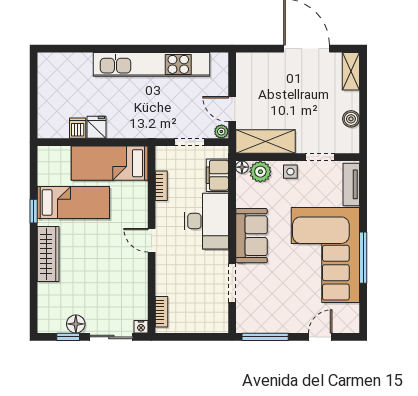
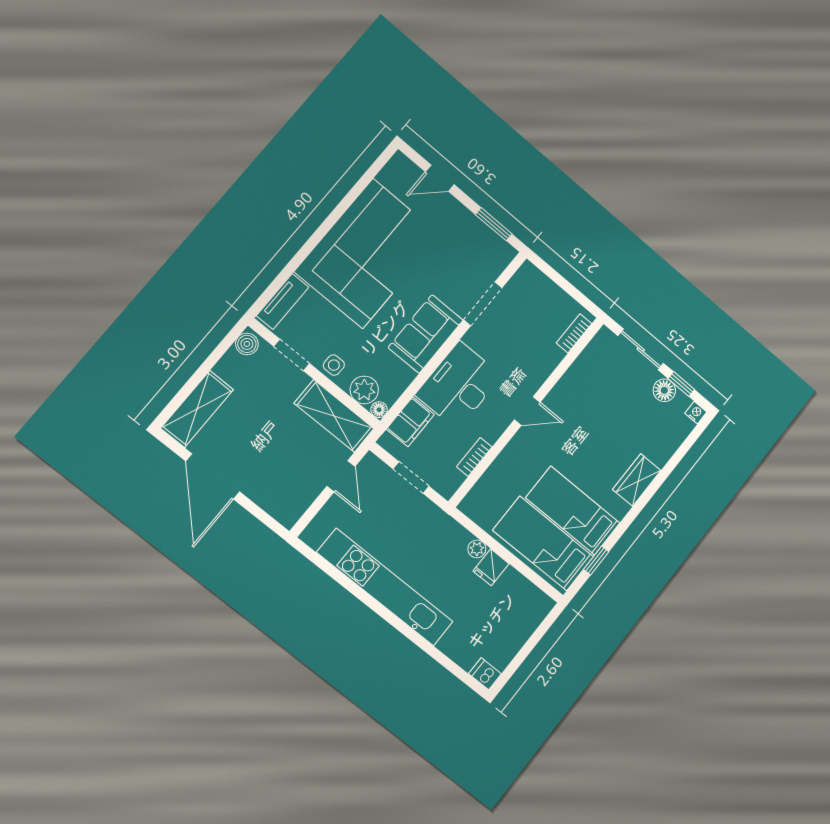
shelving: (351, 71) -> (197, 409), width x1.50, depth x1.33
boiler: (351, 119) -> (247, 344), moved
dishwasher: (78, 128) -> (485, 674), moved, turned 90
plant: (221, 132) -> (477, 549), moved
bed: (110, 163) -> (543, 543), moved, turned 180
window: (34, 211) -> (596, 561), moved
door: (152, 240) -> (527, 411), hinge flipped
wardrobe: (48, 254) -> (637, 480), width x0.67
window: (363, 258) -> (332, 219), removed
nightstand: (141, 327) -> (696, 413), moved
window: (265, 337) -> (494, 224), width x0.69

